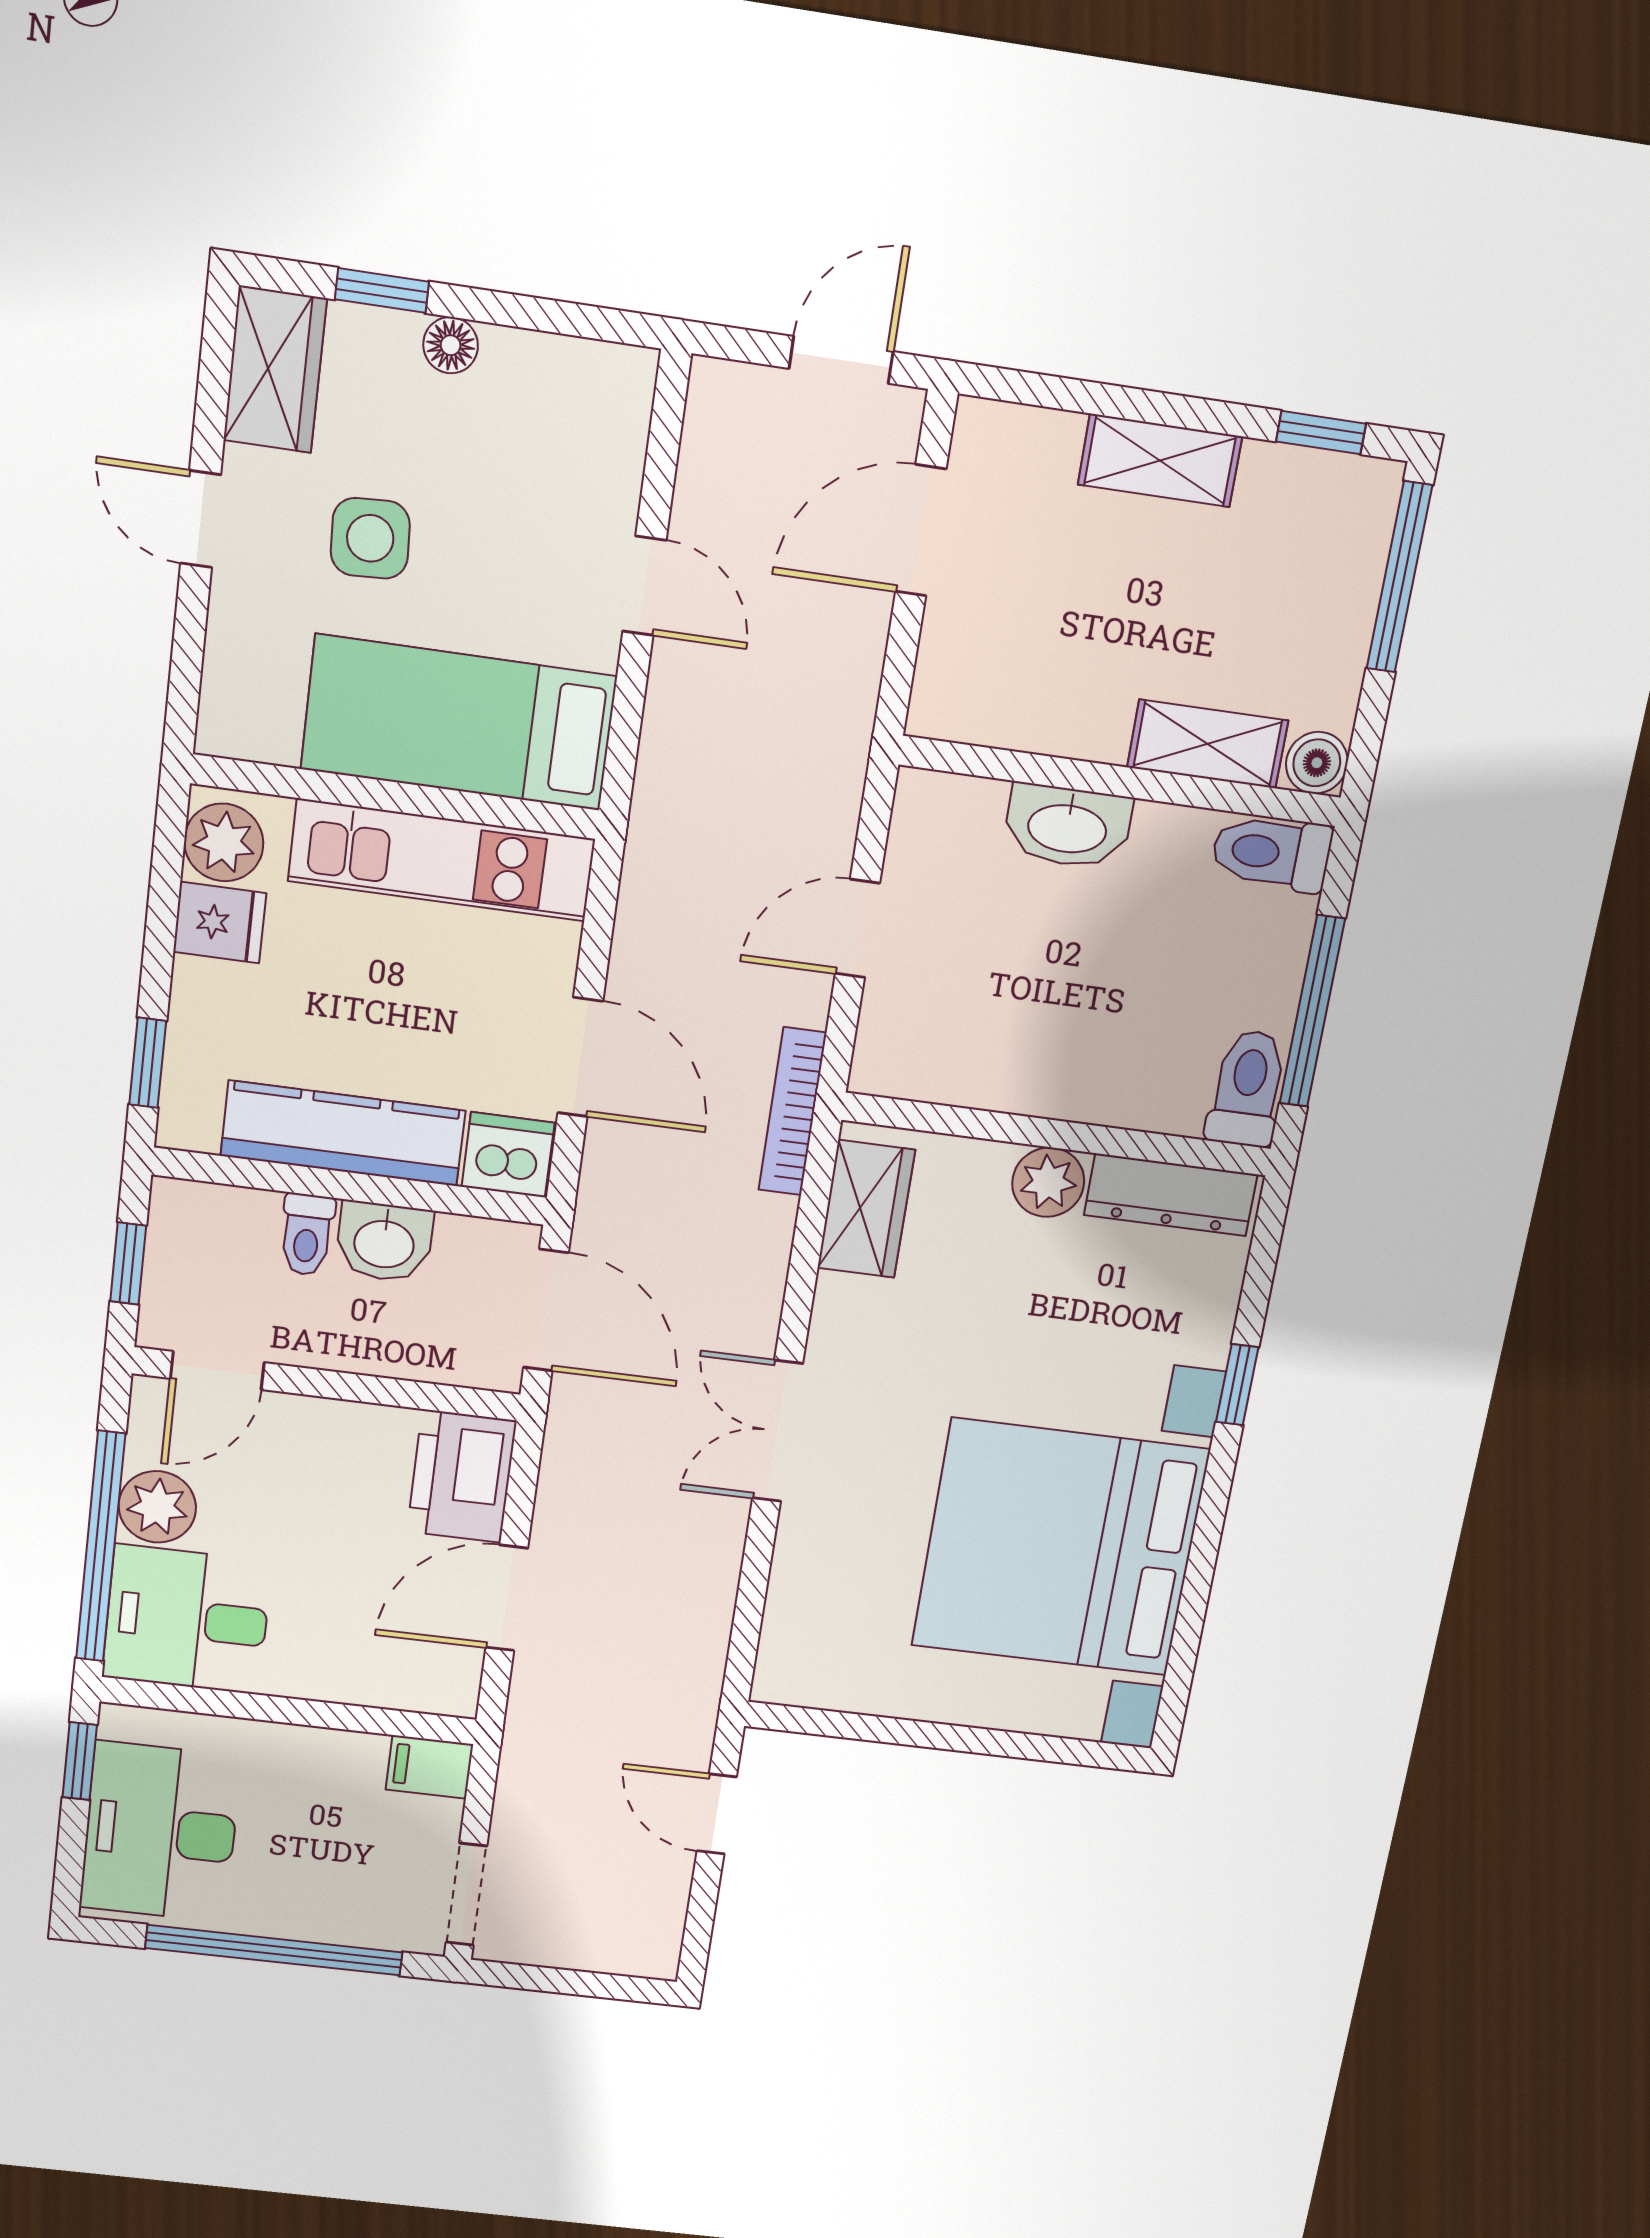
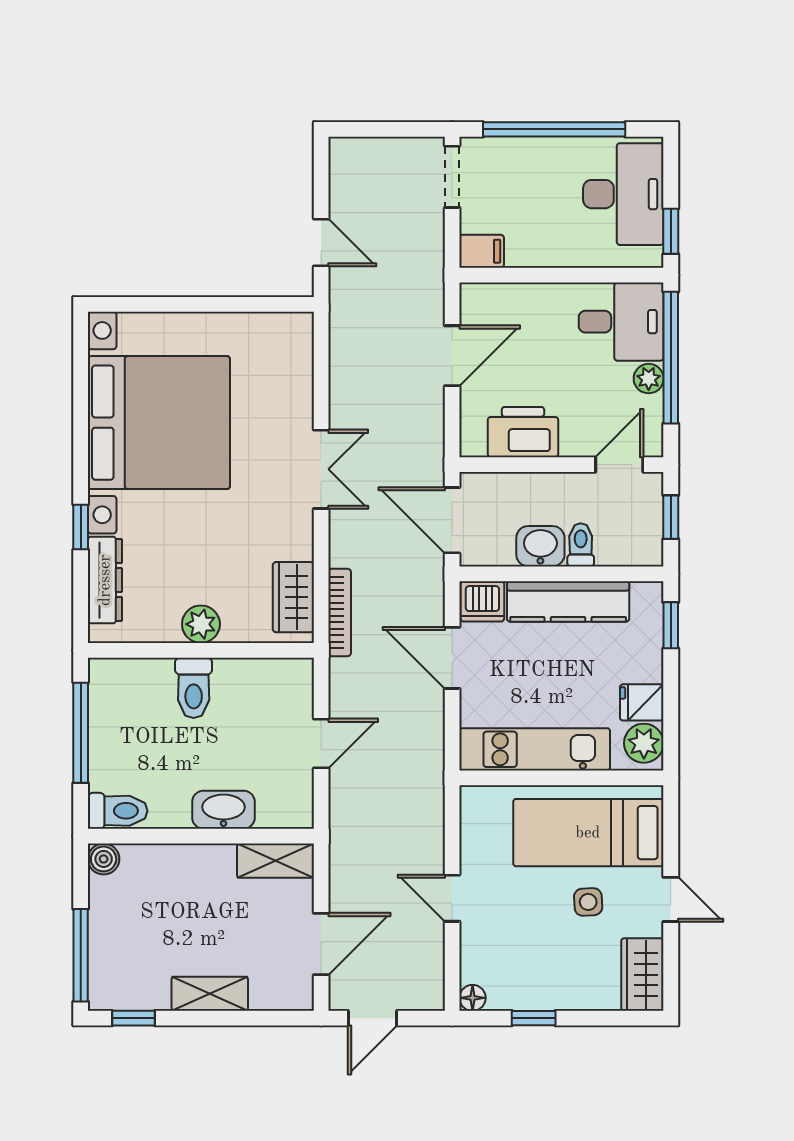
window: (382, 290) -> (534, 1018), moved
floor lamp: (451, 345) -> (473, 998), moved
side table: (370, 538) -> (588, 902), width x0.73, depth x0.73
bed: (459, 723) -> (588, 833), moved, turned 180
shelving: (1208, 744) -> (275, 861), moved
toilet: (1247, 1088) -> (194, 688), moved
bookcase: (792, 1112) -> (340, 612), moved
dresser: (1171, 1195) -> (105, 580), moved, turned 90
printer: (462, 1476) -> (523, 432), moved, turned -90
plant: (157, 1507) -> (649, 379), width x0.73, depth x0.73

